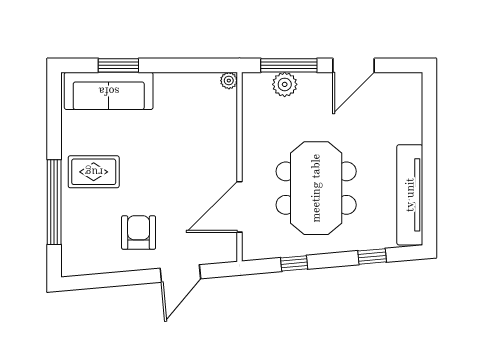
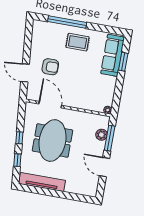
rug: (94, 172) -> (78, 42), turned 90
meeting table: (316, 188) -> (52, 141), turned 90
armchair: (139, 233) -> (50, 67), moved
window: (294, 263) -> (19, 138), moved

